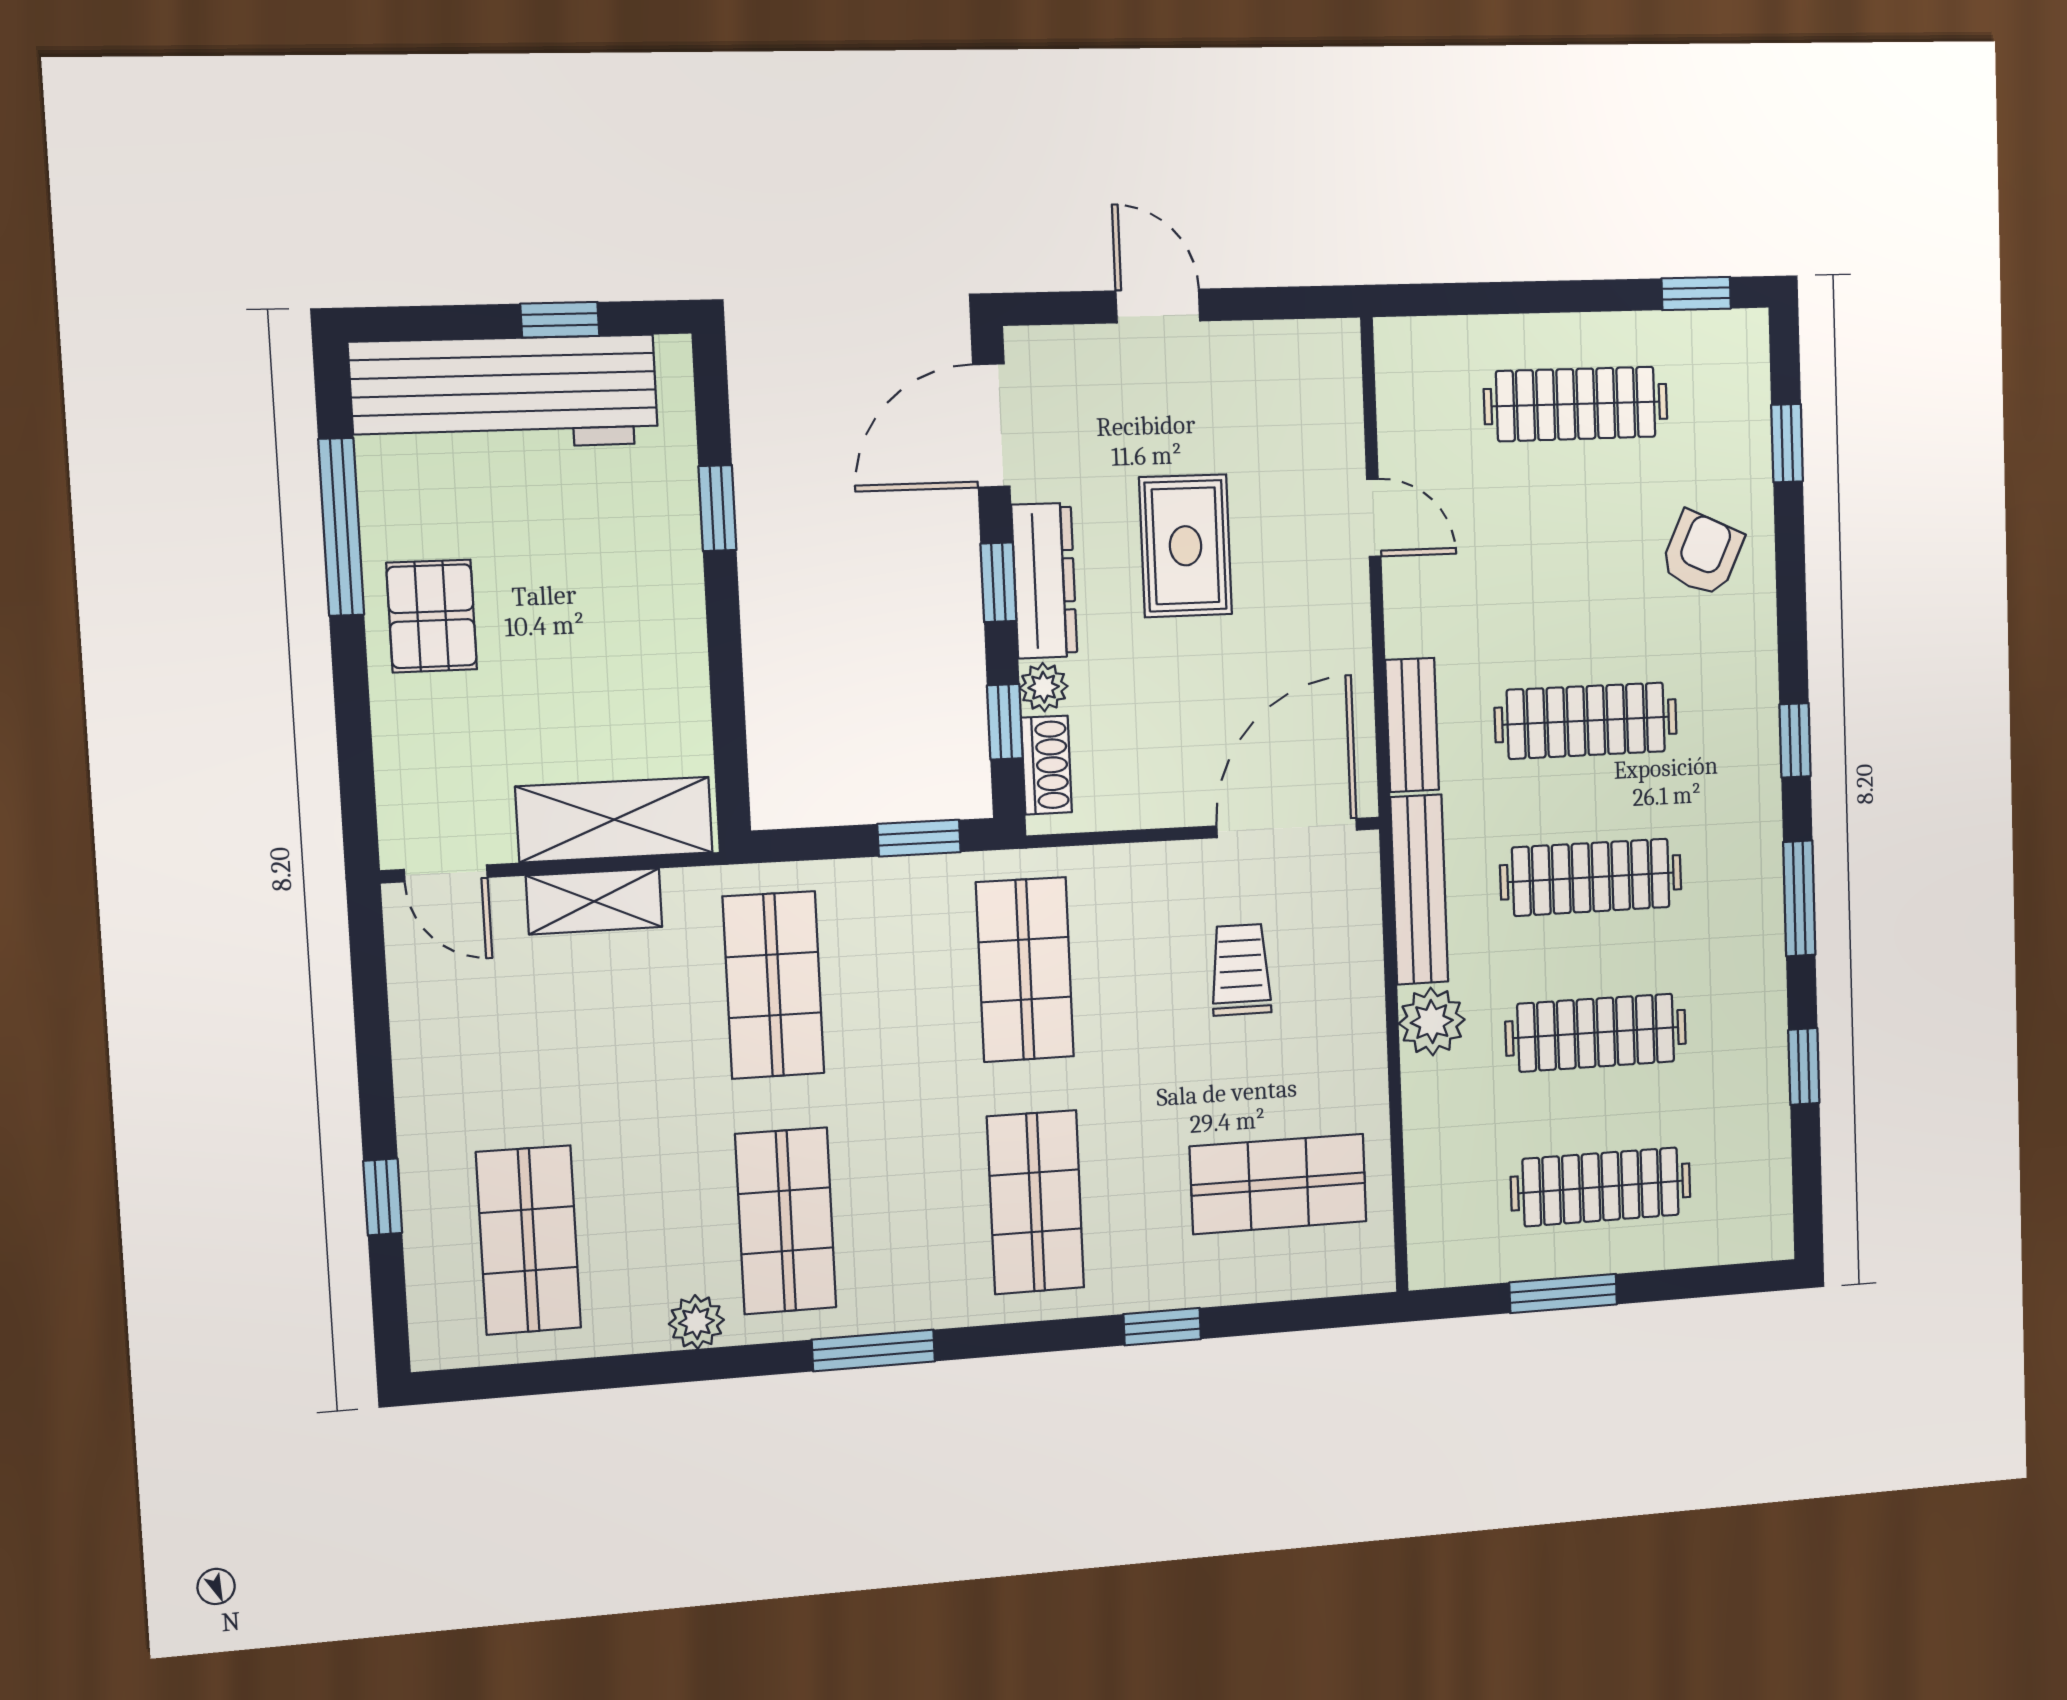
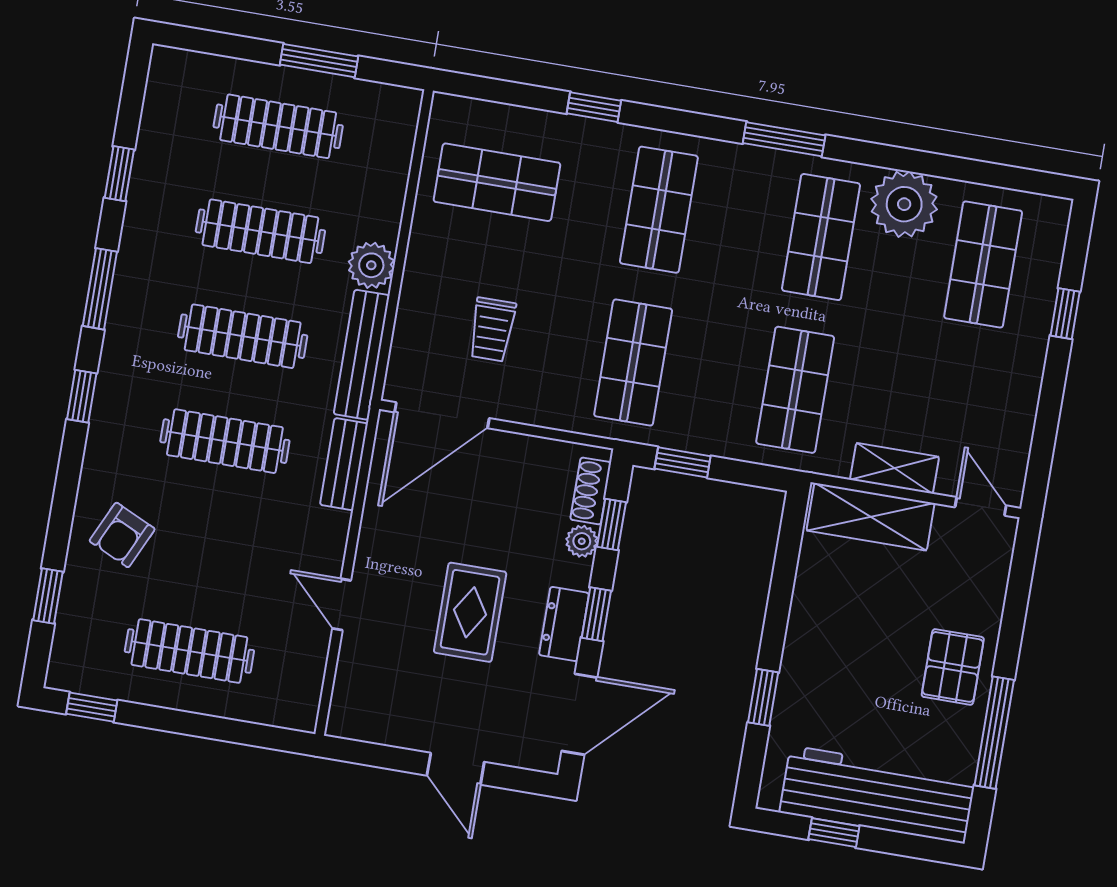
dresser: (1044, 581) -> (564, 624), width x0.70
plant: (696, 1322) -> (904, 204), width x1.88, depth x1.88

